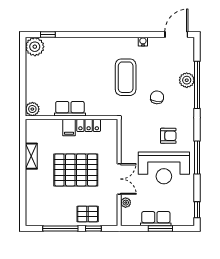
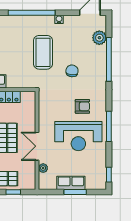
window: (113, 34) -> (32, 13), added
plant: (187, 80) -> (99, 38), moved
double door: (119, 179) -> (37, 146), swing flipped

